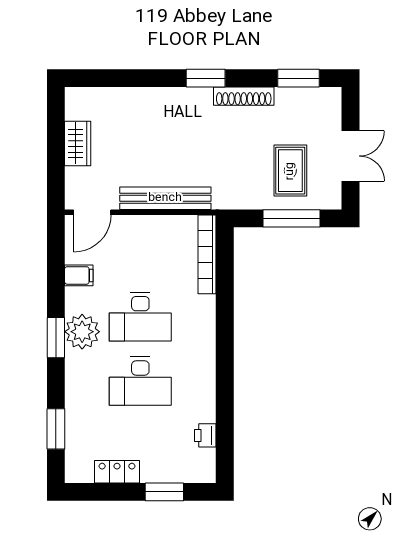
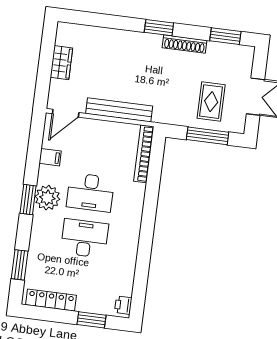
desk: (140, 381) -> (84, 238), turned 180
printer: (205, 435) -> (123, 305), moved
locker: (117, 472) -> (51, 300), width x1.53

